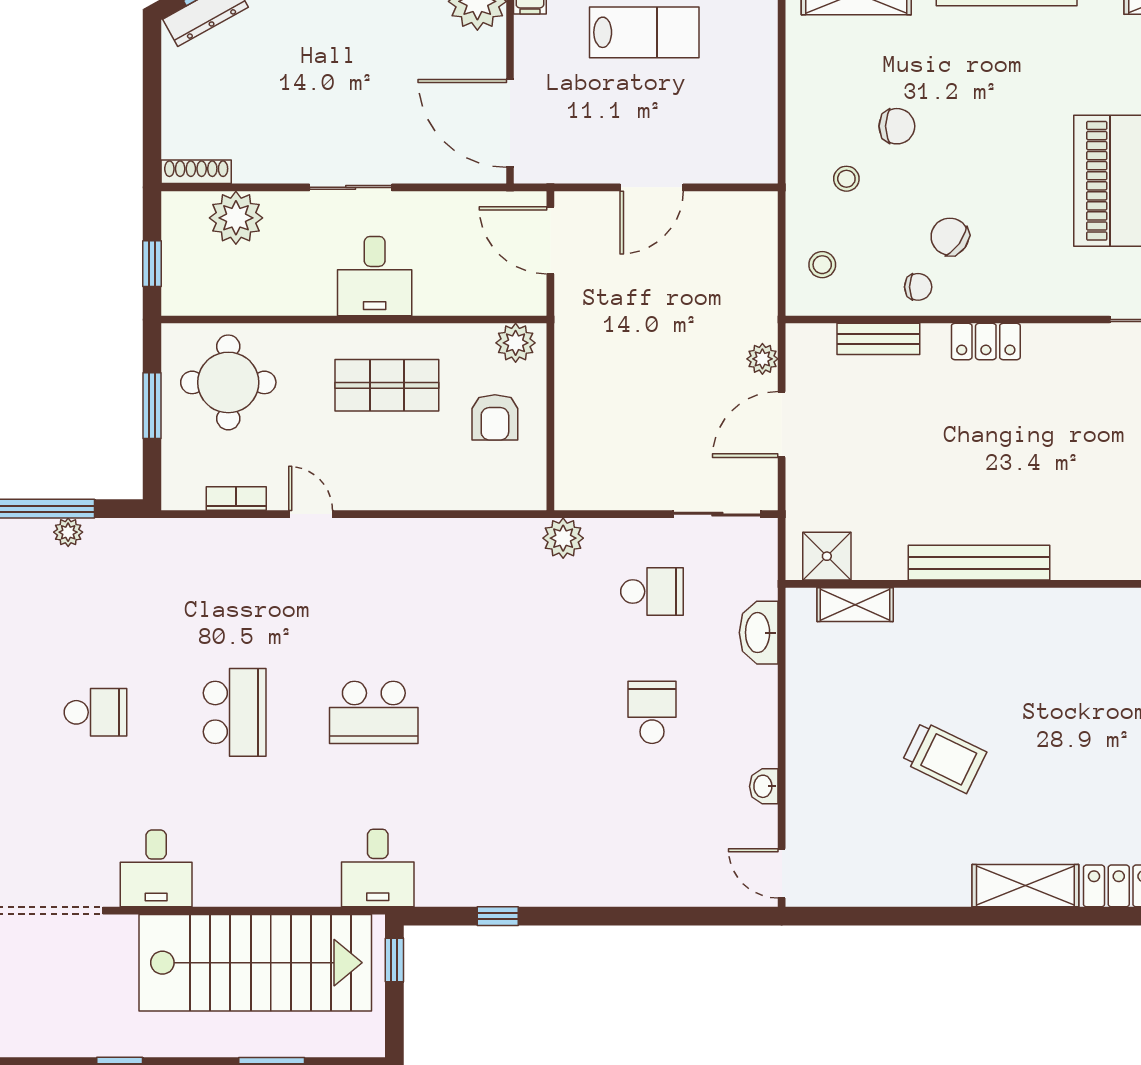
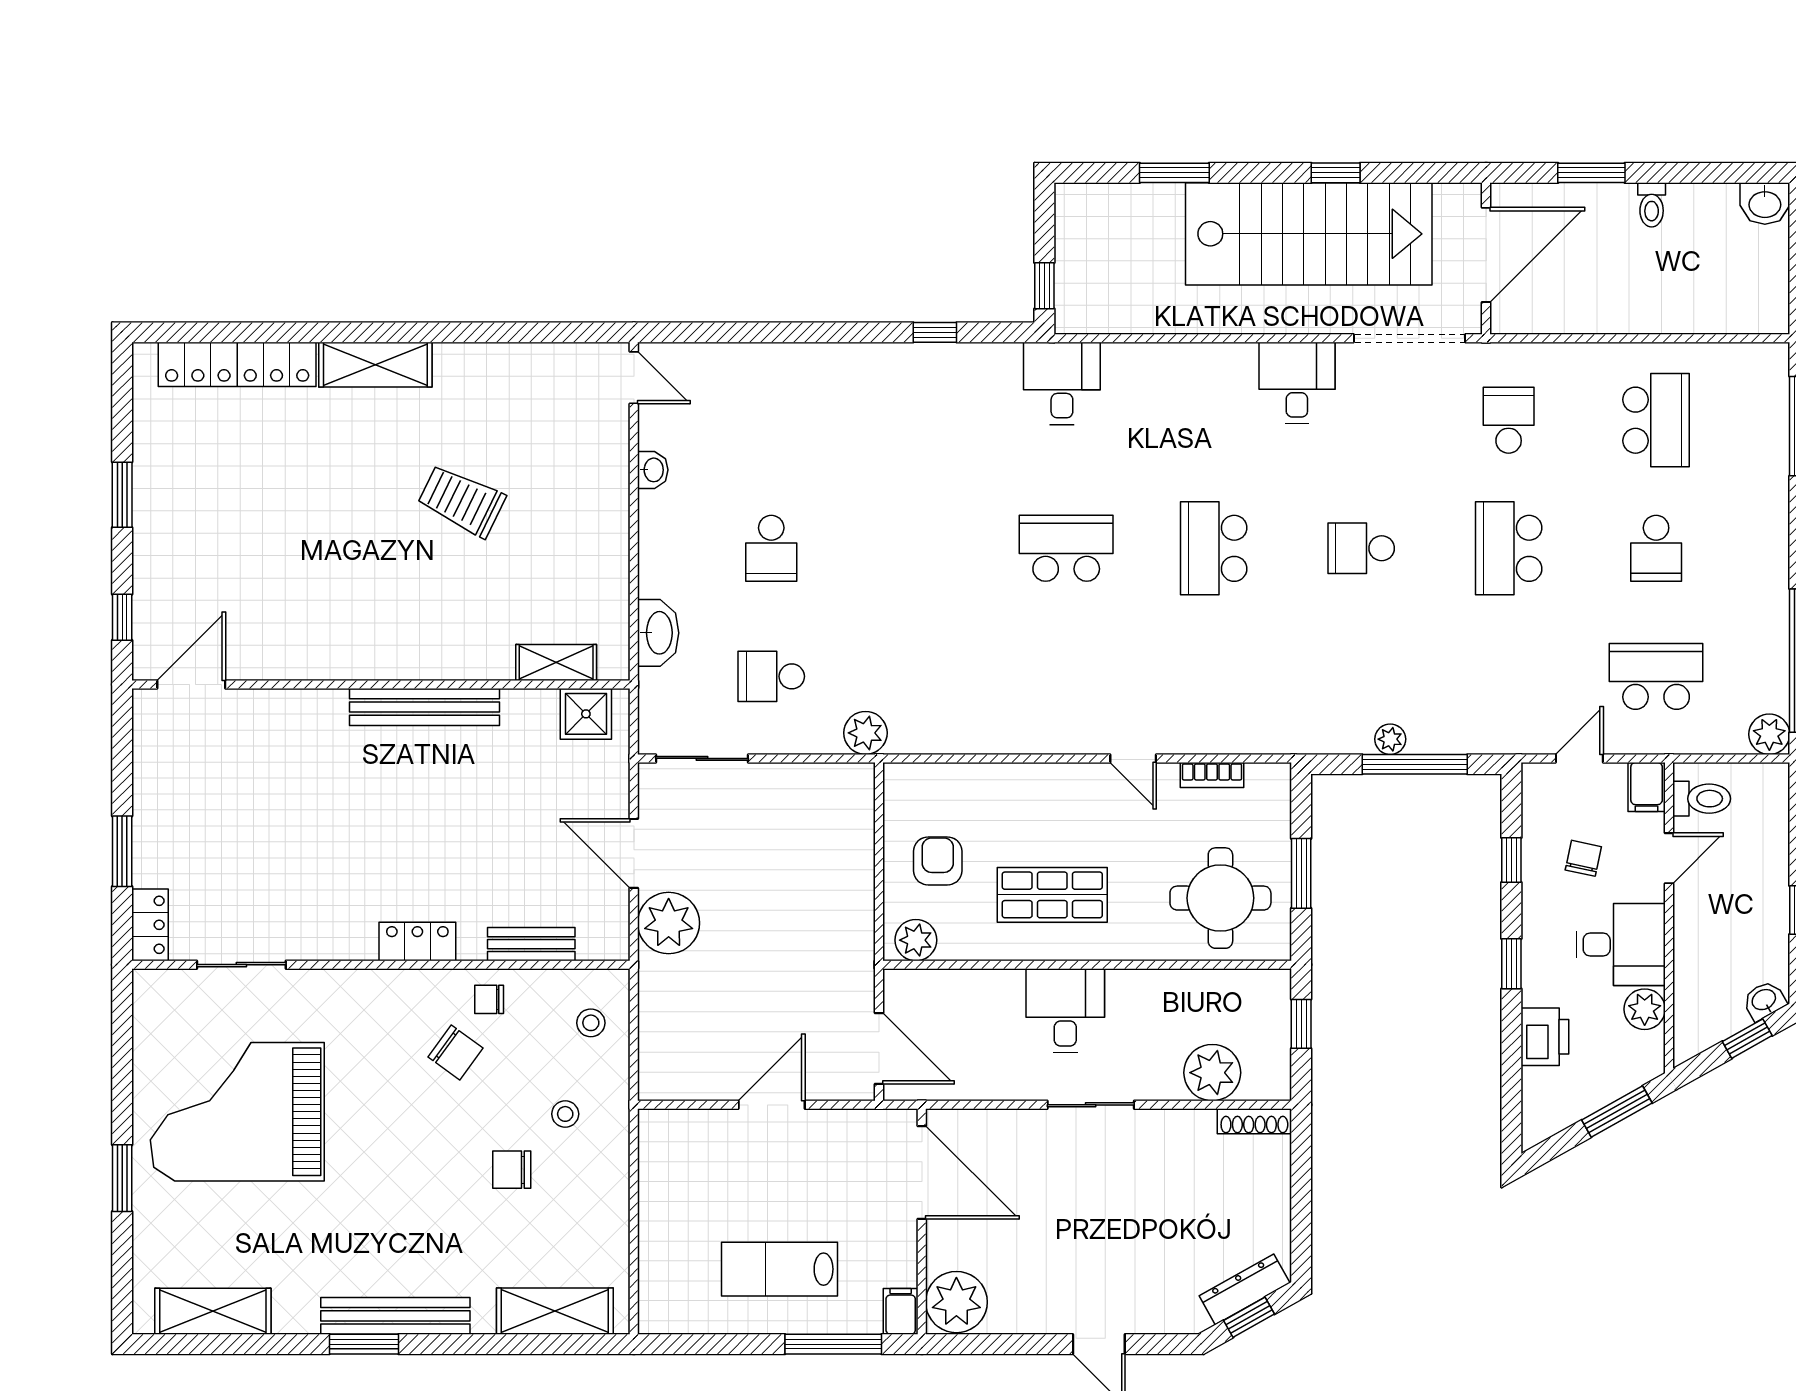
plant: (762, 359) -> (669, 923), width x1.87, depth x1.87
door: (782, 424) -> (634, 853), swing flipped
stairs: (255, 963) -> (1309, 234), moved, turned 180

